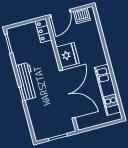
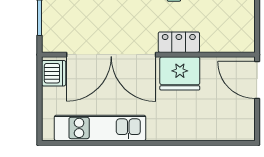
dishwasher: (82, 16) -> (54, 73), moved, turned 180
locker: (43, 31) -> (179, 42), moved

